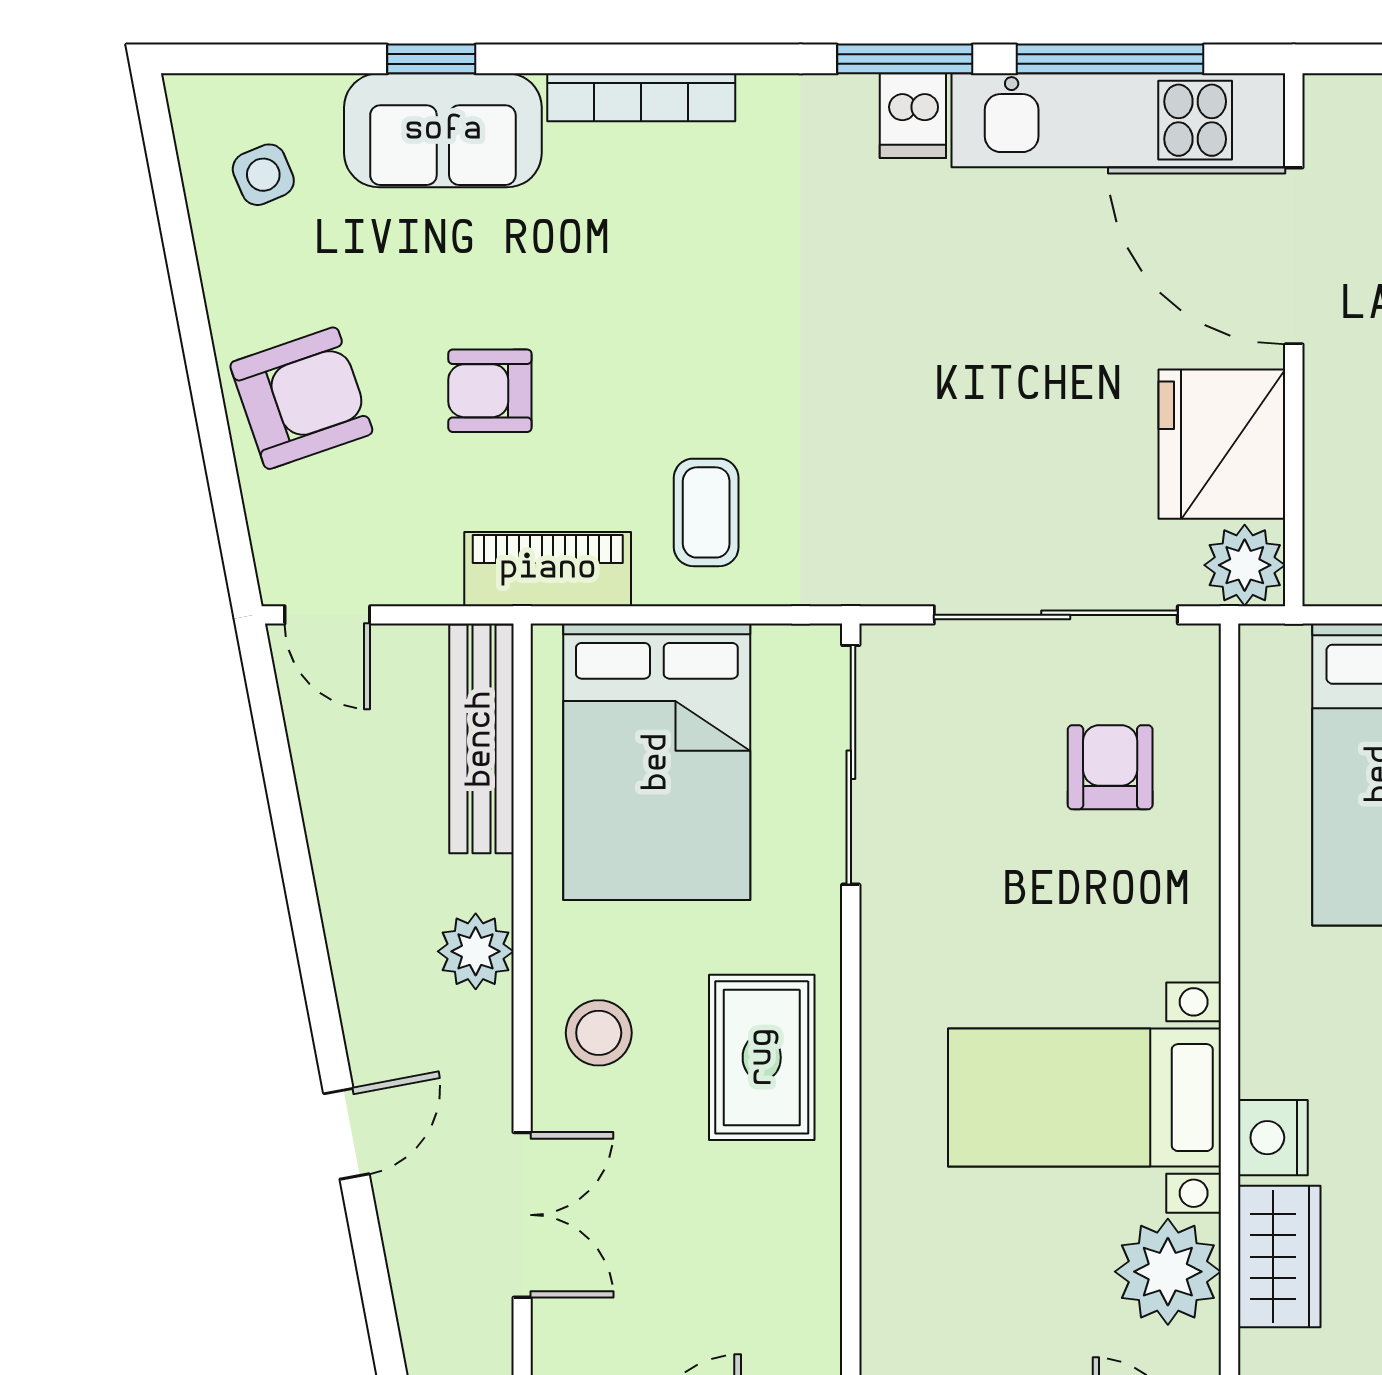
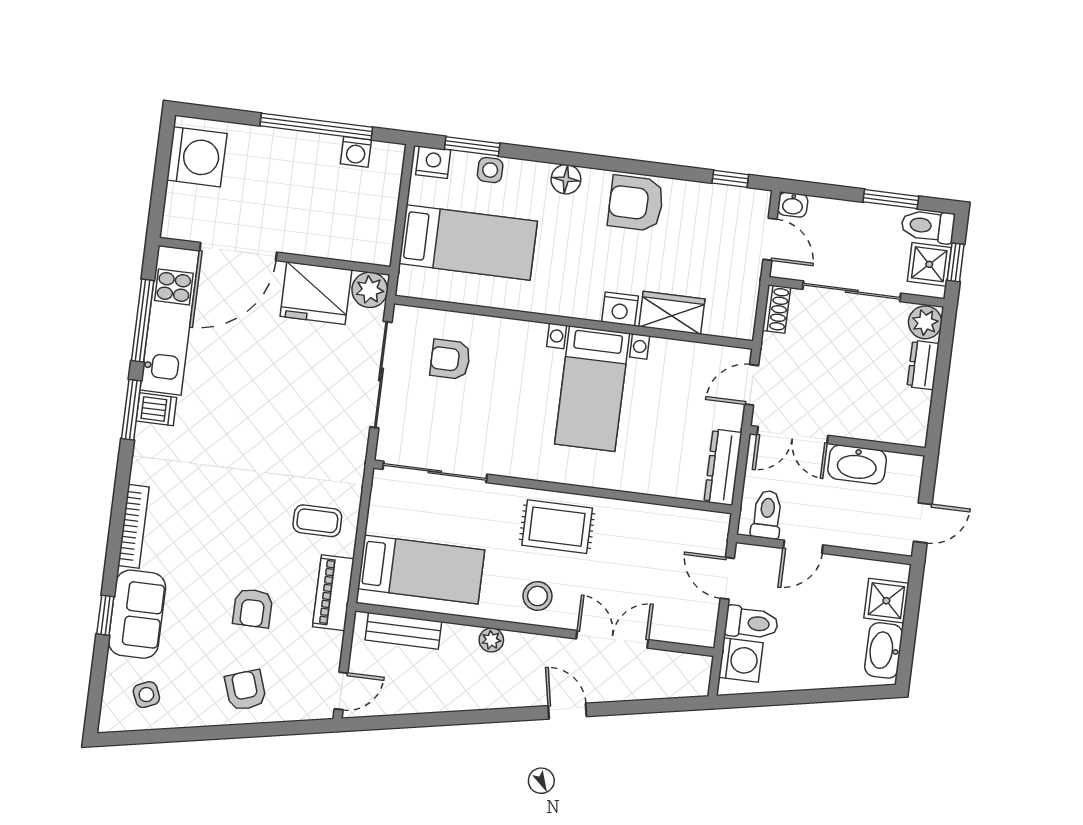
armchair: (301, 398) -> (246, 690), width x0.72, depth x0.72
bench: (481, 739) -> (403, 631), width x0.73
bed: (657, 762) -> (421, 569), width x0.67
plant: (476, 951) -> (491, 640), width x0.73, depth x0.73
plant: (1168, 1272) -> (672, 362), removed

